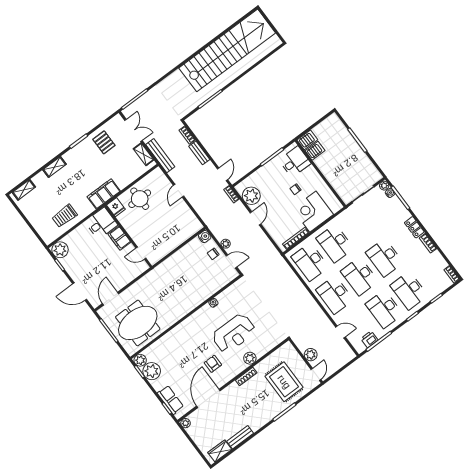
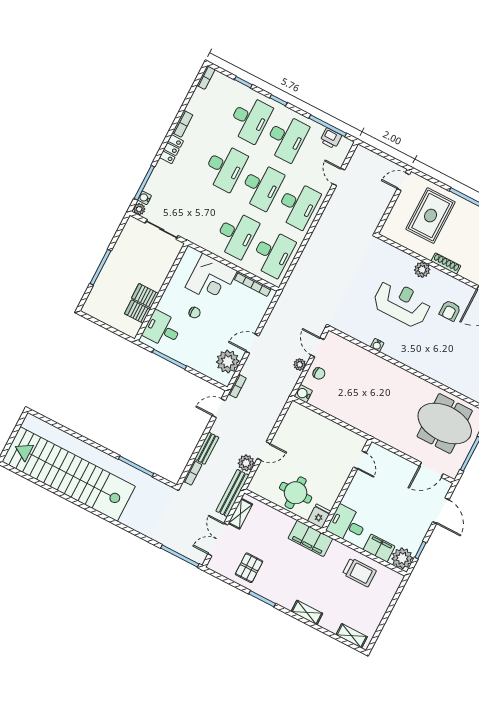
server rack: (307, 140) -> (145, 296), moved
filing cabinet: (119, 238) -> (379, 548), moved, turned -90
plant: (311, 355) -> (246, 463), moved

